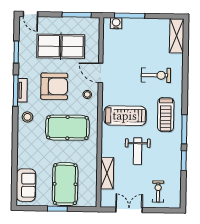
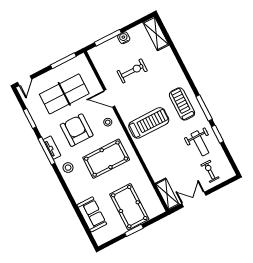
door: (30, 14) -> (25, 81), hinge flipped
water cooler: (116, 23) -> (124, 38), moved
exercise bike: (156, 75) -> (132, 71), moved
armchair: (54, 86) -> (77, 130), turned -90
treadmill: (166, 115) -> (182, 104), turned 180
weight bench: (138, 151) -> (200, 143), moved
shelving: (107, 173) -> (167, 194), moved
sofa: (26, 185) -> (92, 214), moved

